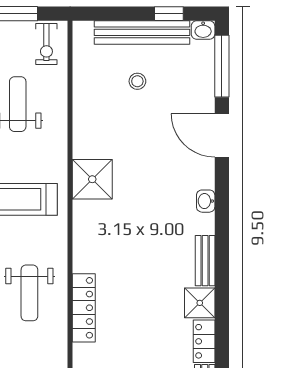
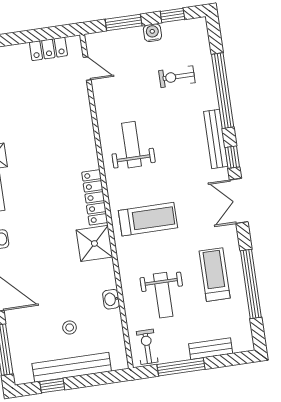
washbasin: (203, 30) -> (111, 299), moved, turned -90
locker: (84, 308) -> (95, 197), moved

